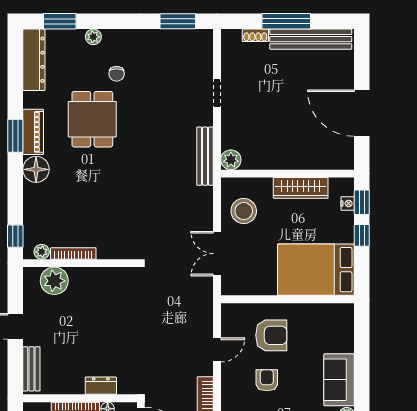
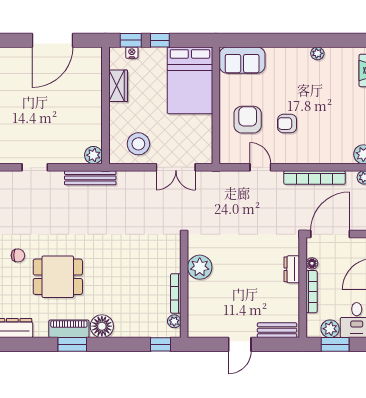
wardrobe: (301, 188) -> (118, 86), width x0.67
plant: (54, 281) -> (200, 267), moved
sofa: (339, 380) -> (242, 60), moved

